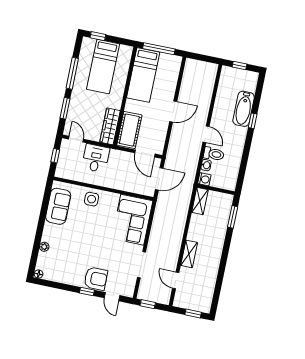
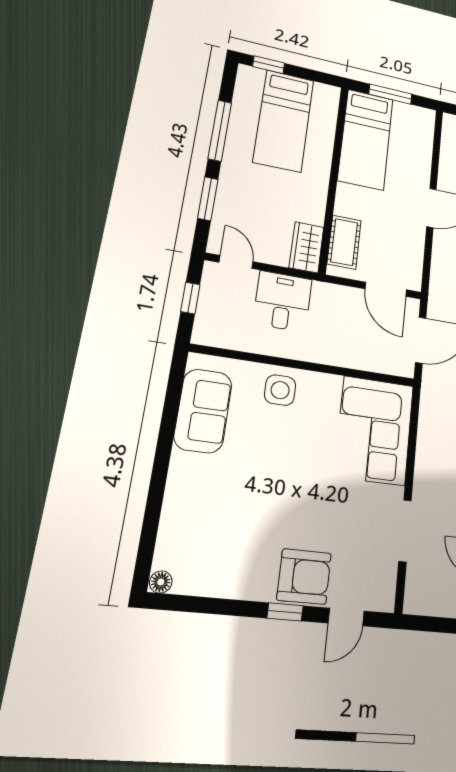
window: (159, 49) -> (390, 94), width x0.69
wardrobe: (110, 126) -> (307, 247), width x0.67
cot: (129, 130) -> (344, 242), width x0.73, depth x0.75
plant: (44, 247) -> (173, 511), removed
door: (112, 297) -> (346, 617), hinge flipped
window: (148, 304) -> (429, 624), removed

